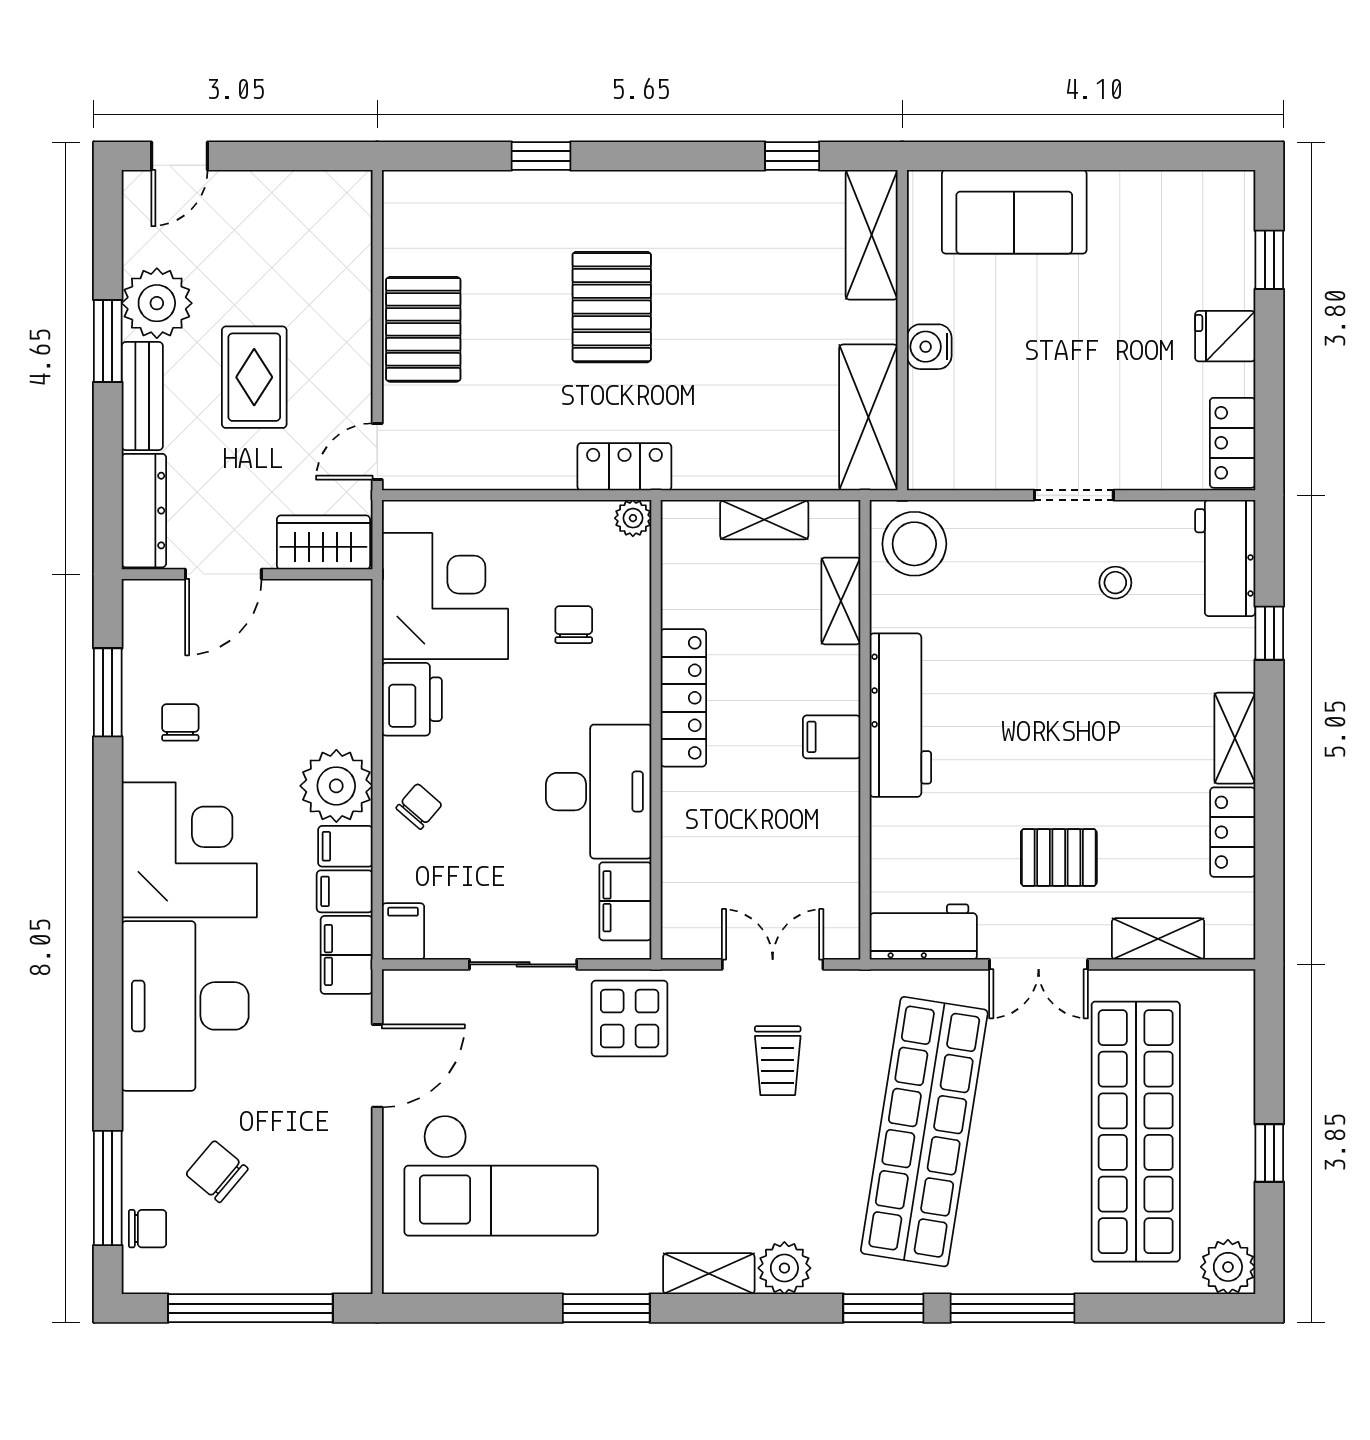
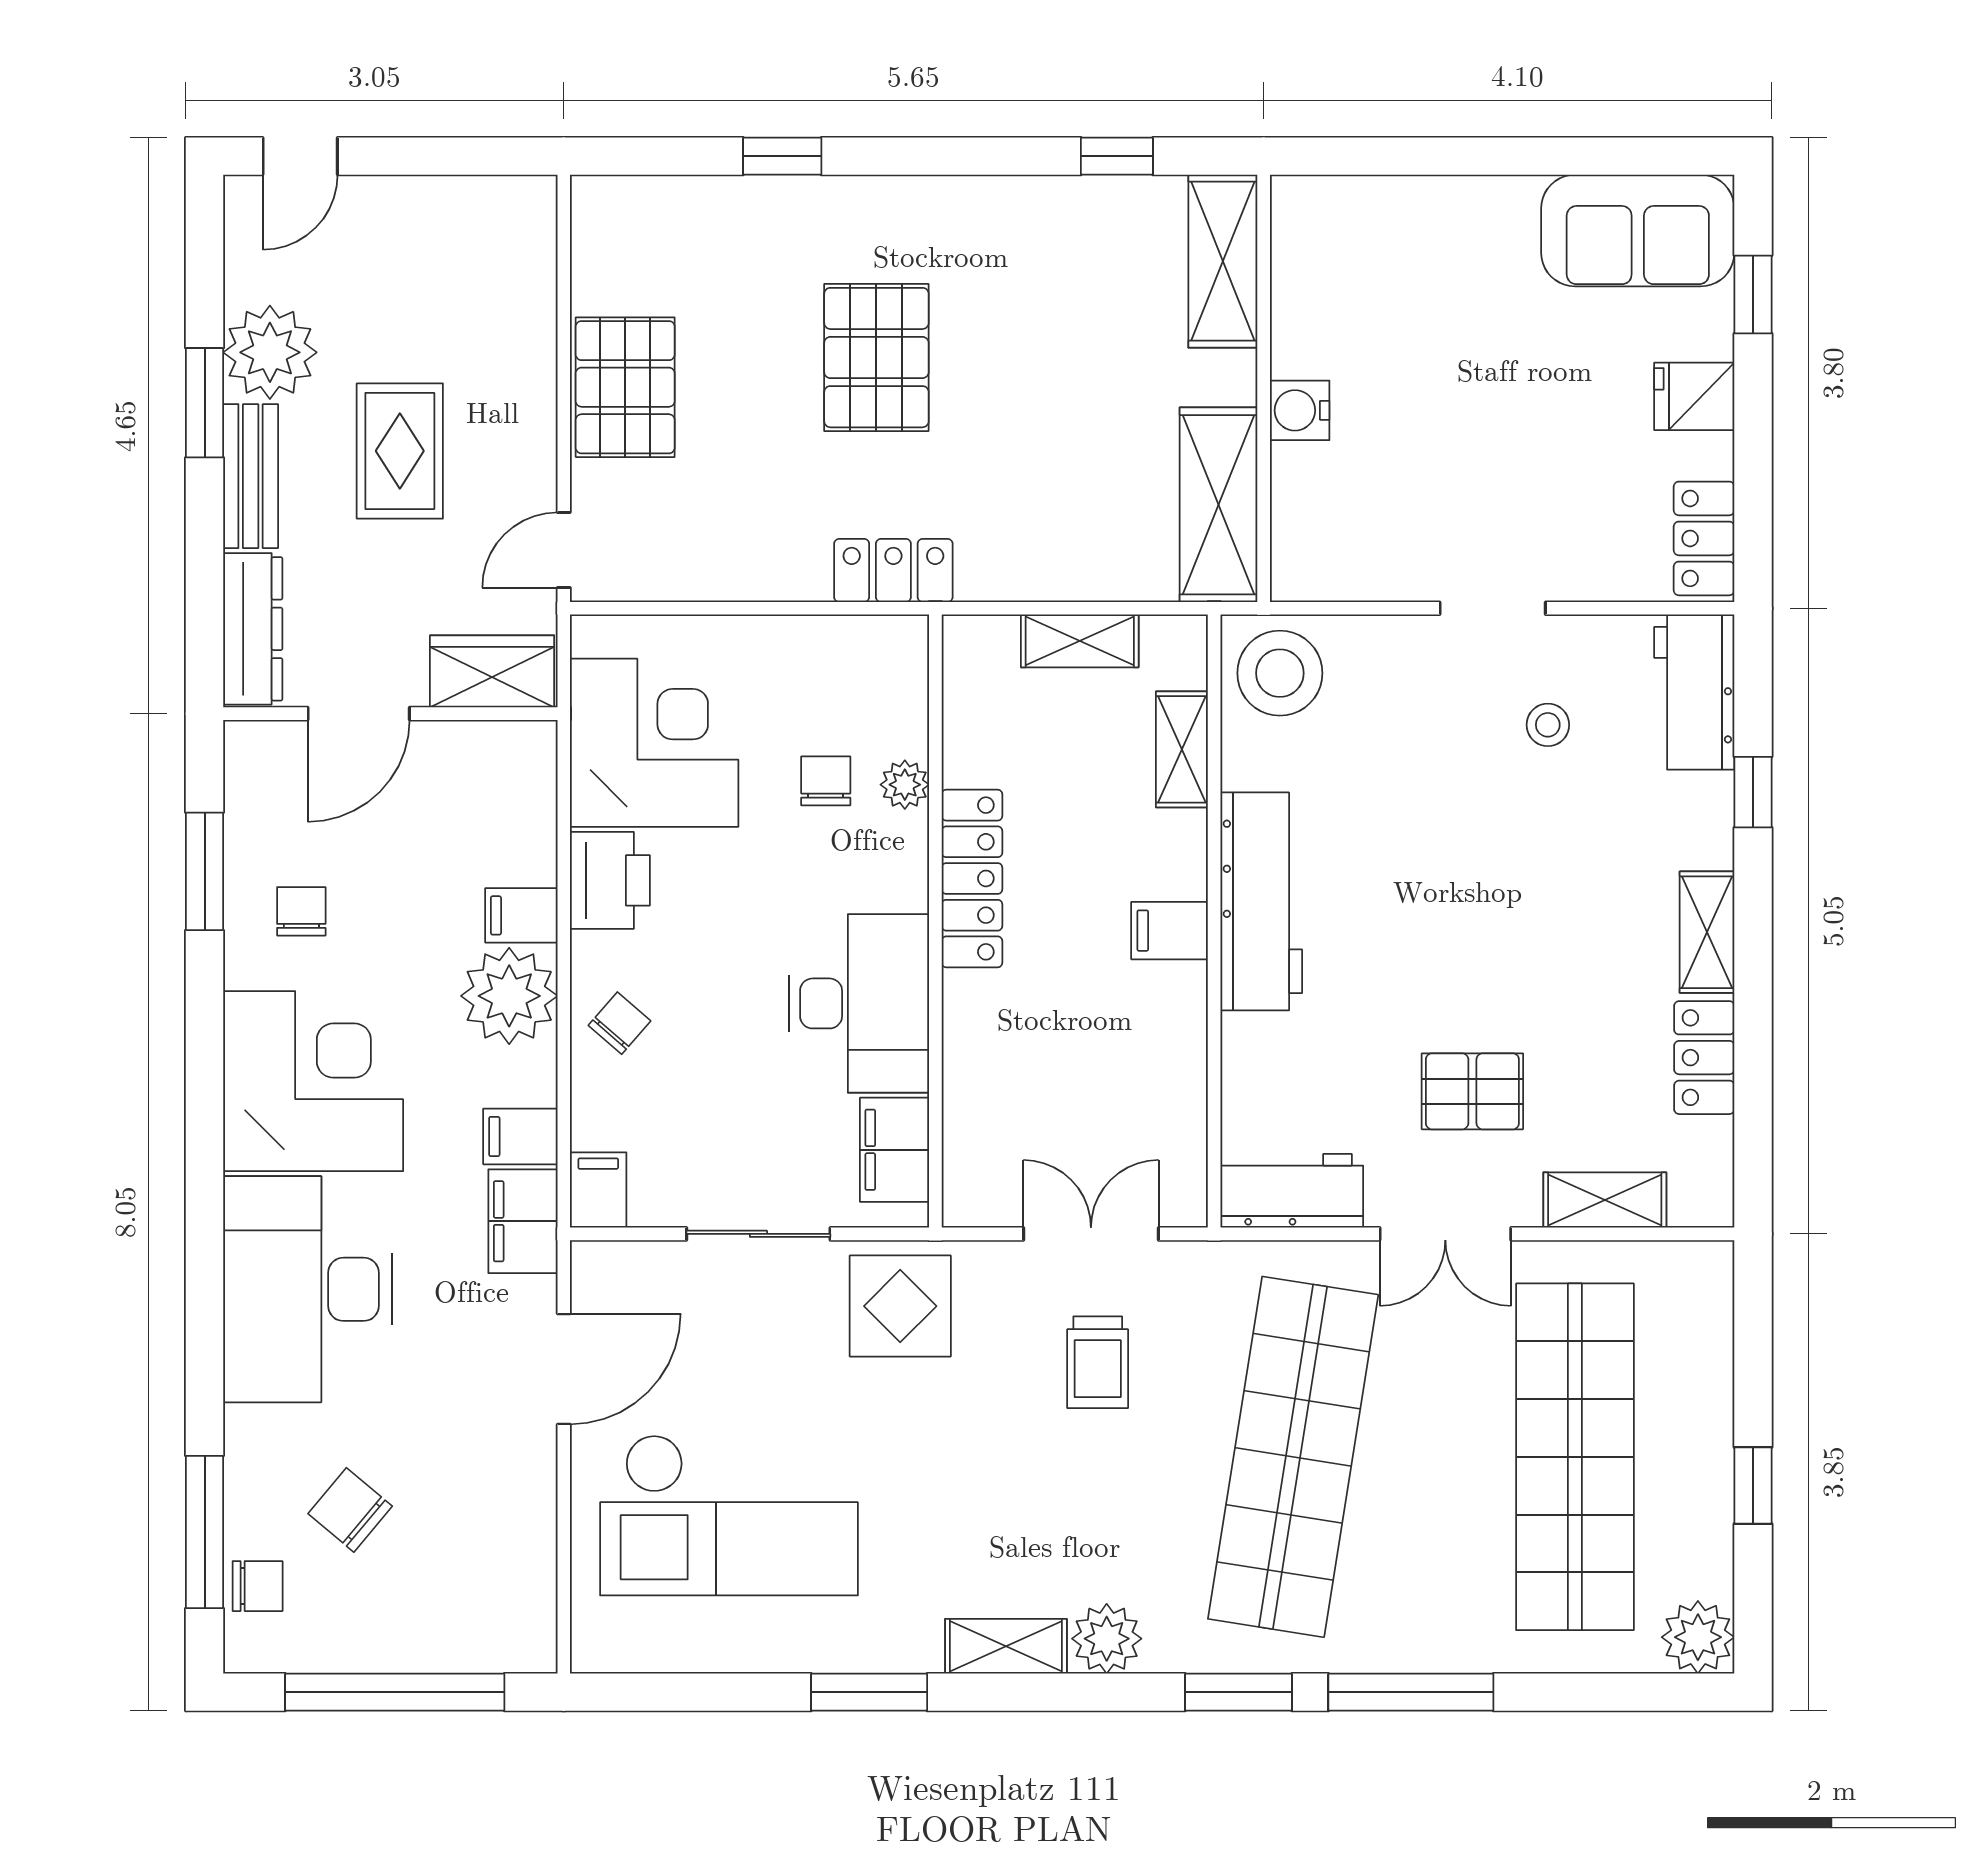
sofa: (1014, 212) -> (1638, 231), moved
plant: (633, 518) -> (905, 785), moved
filing cabinet: (345, 846) -> (521, 915), moved

